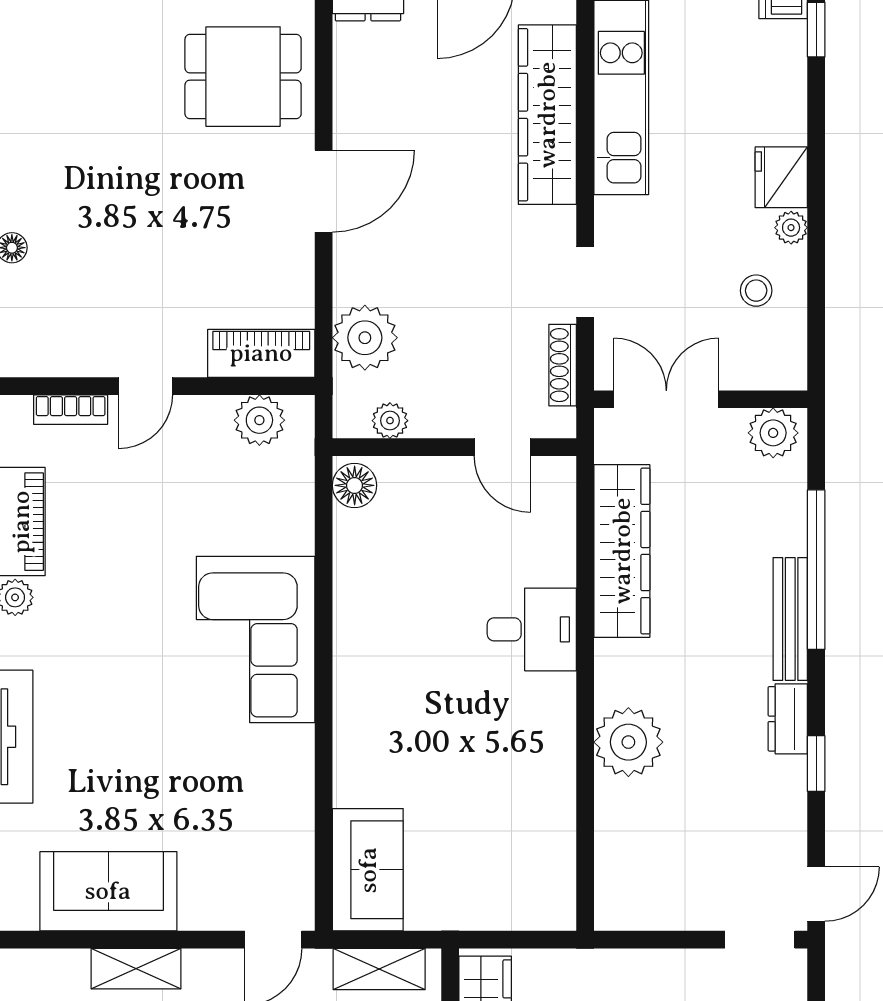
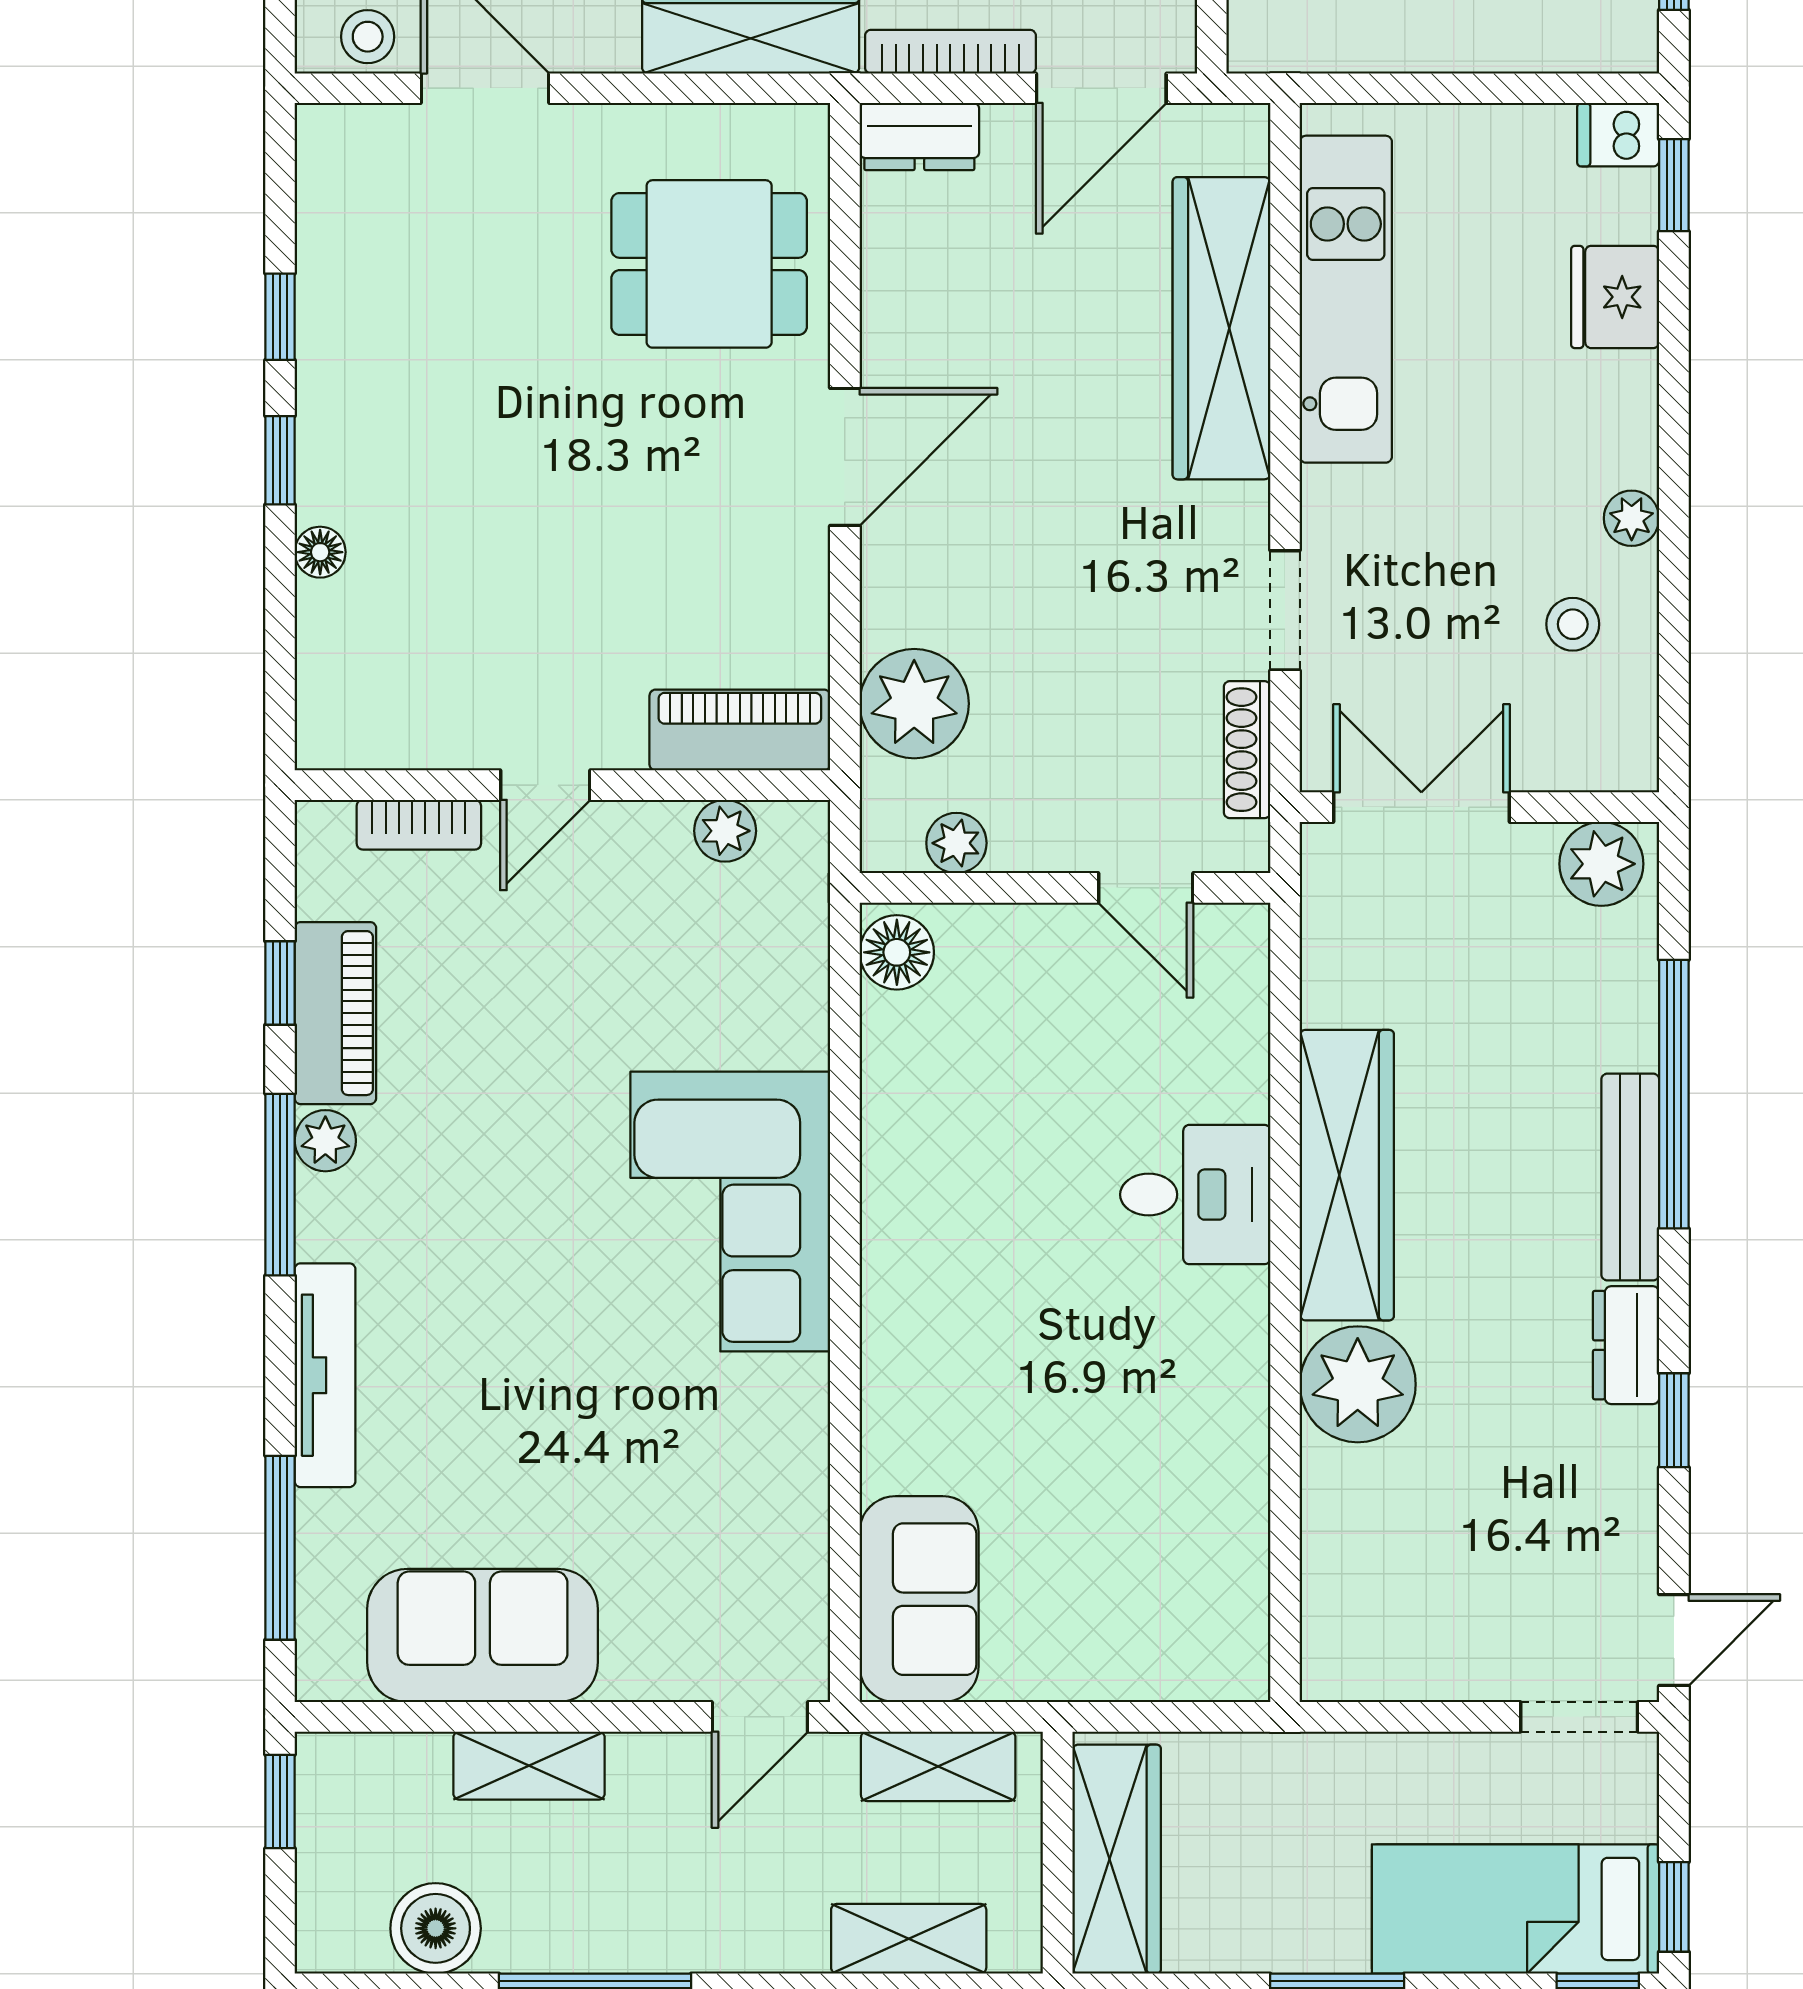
fridge: (781, 177) -> (1615, 297), moved
plant: (259, 420) -> (725, 831), width x0.73, depth x0.73
wardrobe: (622, 551) -> (1347, 1175), moved

